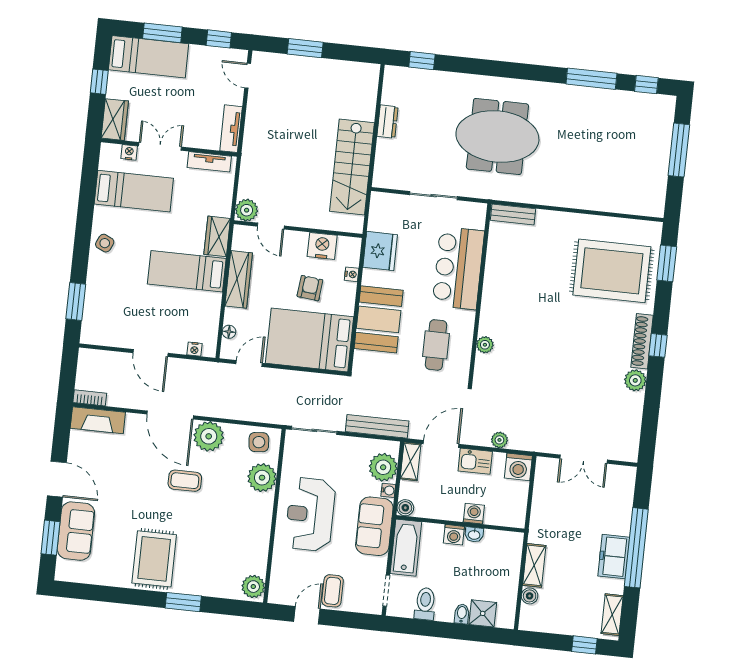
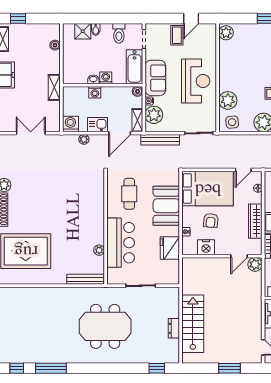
stairs: (352, 167) -> (193, 324), moved
bench: (513, 214) -> (85, 279), width x1.36
door: (271, 226) -> (239, 256), swing flipped
plant: (485, 345) -> (99, 250), moved
shelving: (534, 565) -> (54, 87), moved

